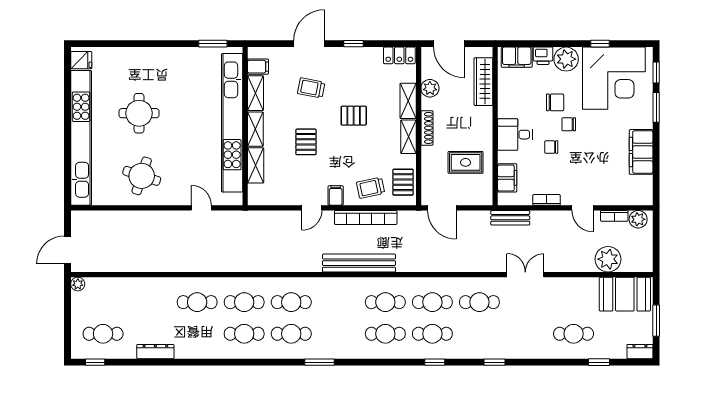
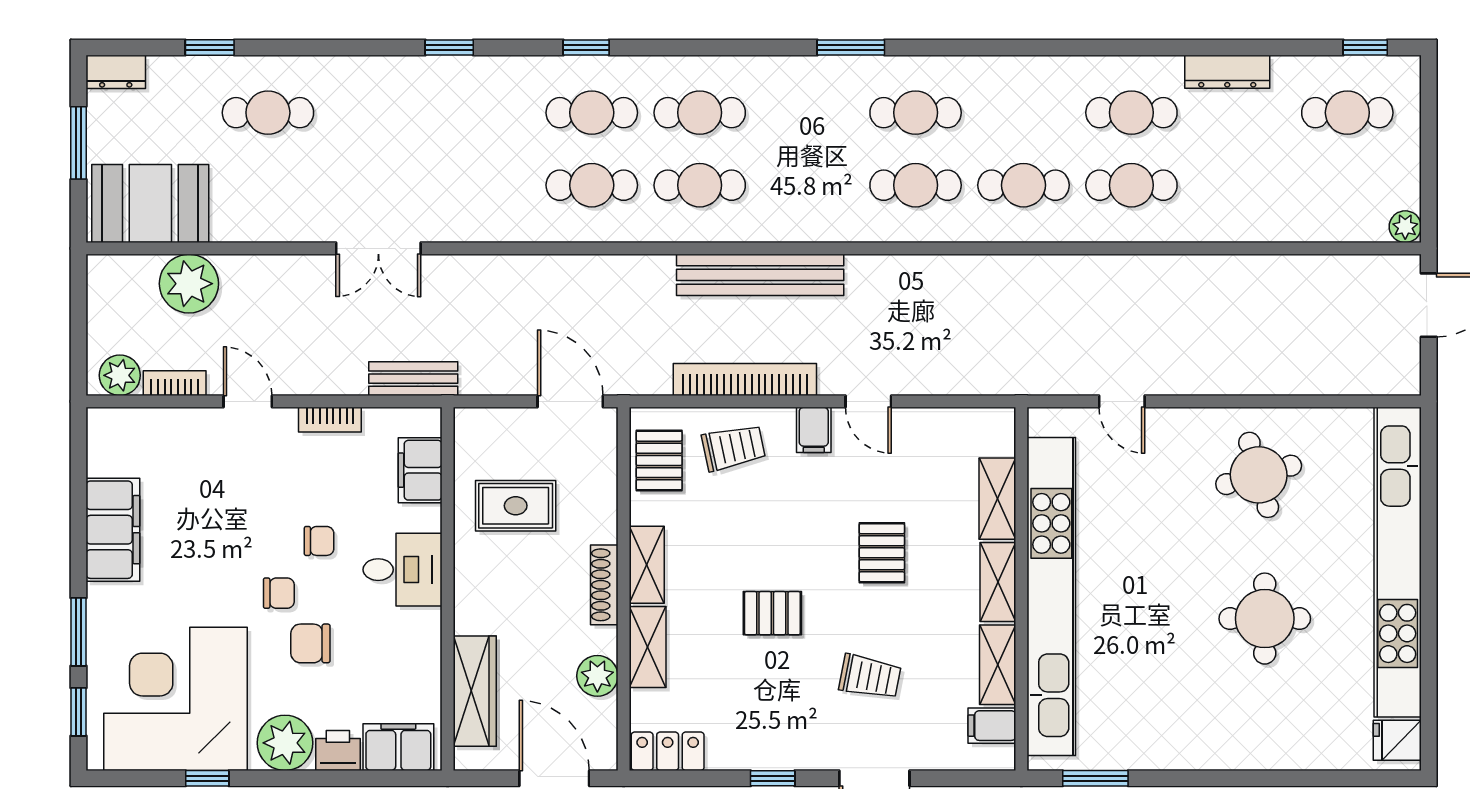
round table: (142, 176) -> (1259, 475), turned -34
door: (312, 208) -> (868, 401), swing flipped
cafe table: (479, 302) -> (484, 185), removed
cafe table: (244, 334) -> (1131, 113), moved

